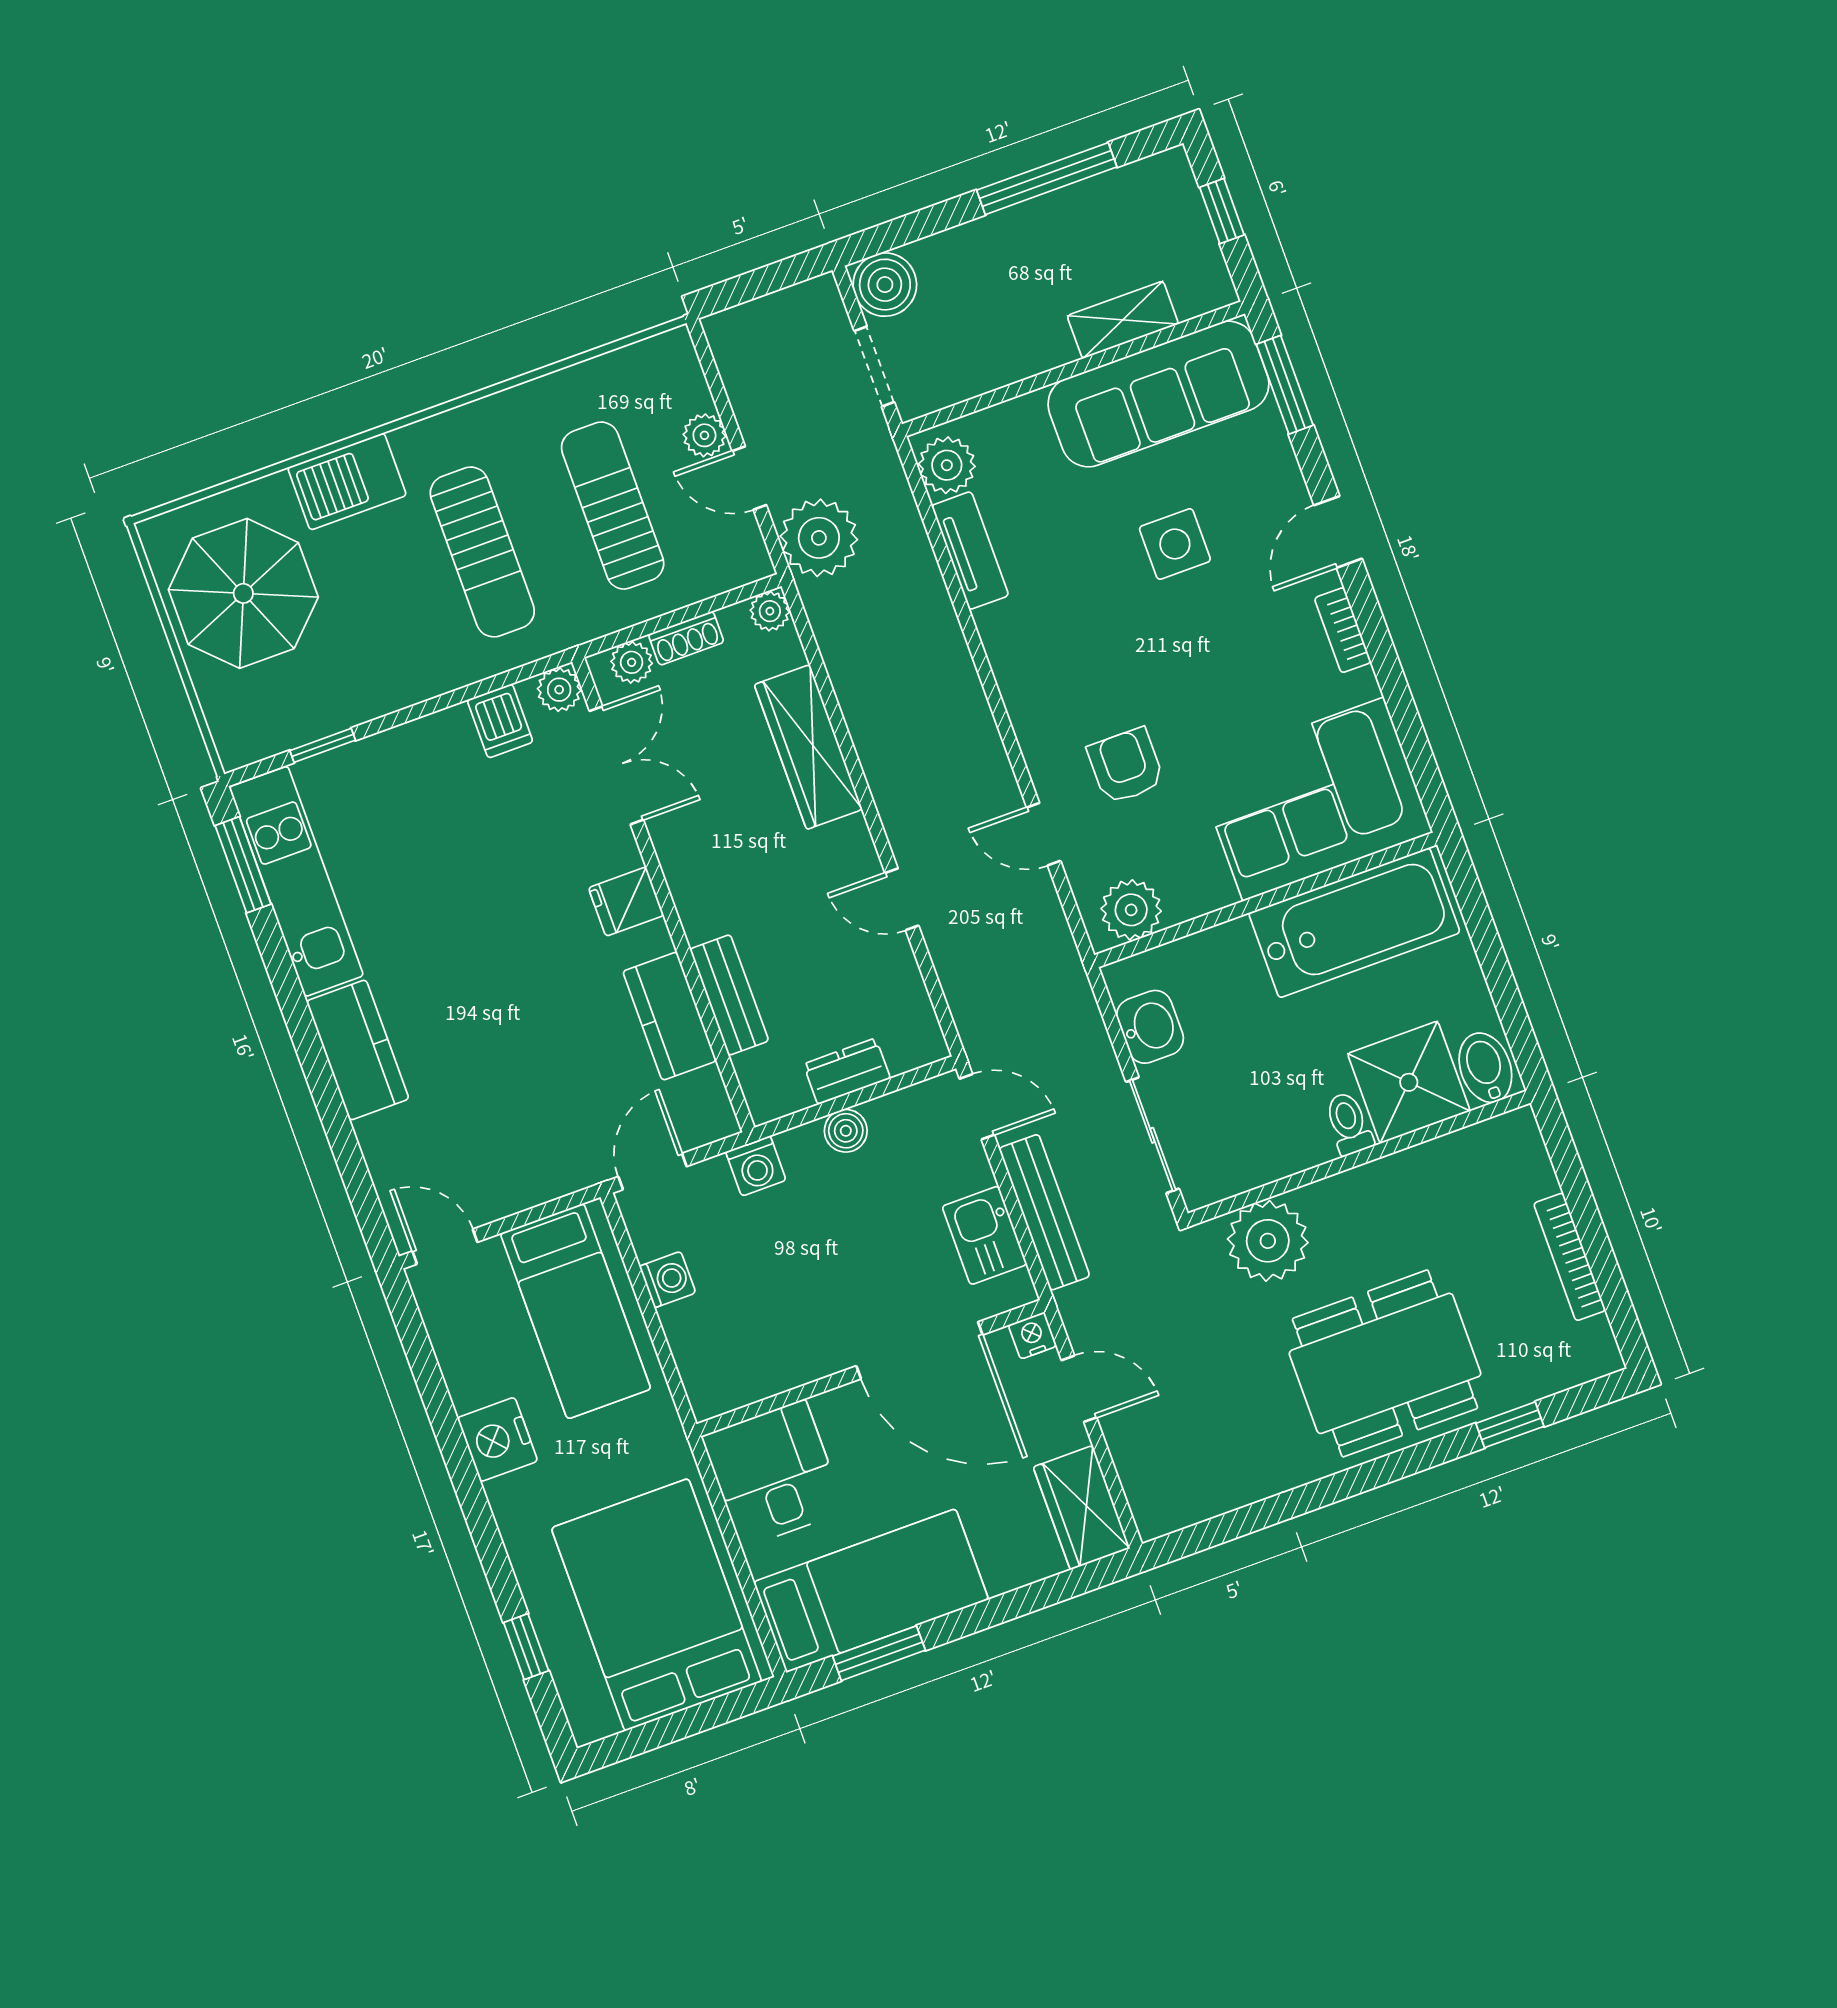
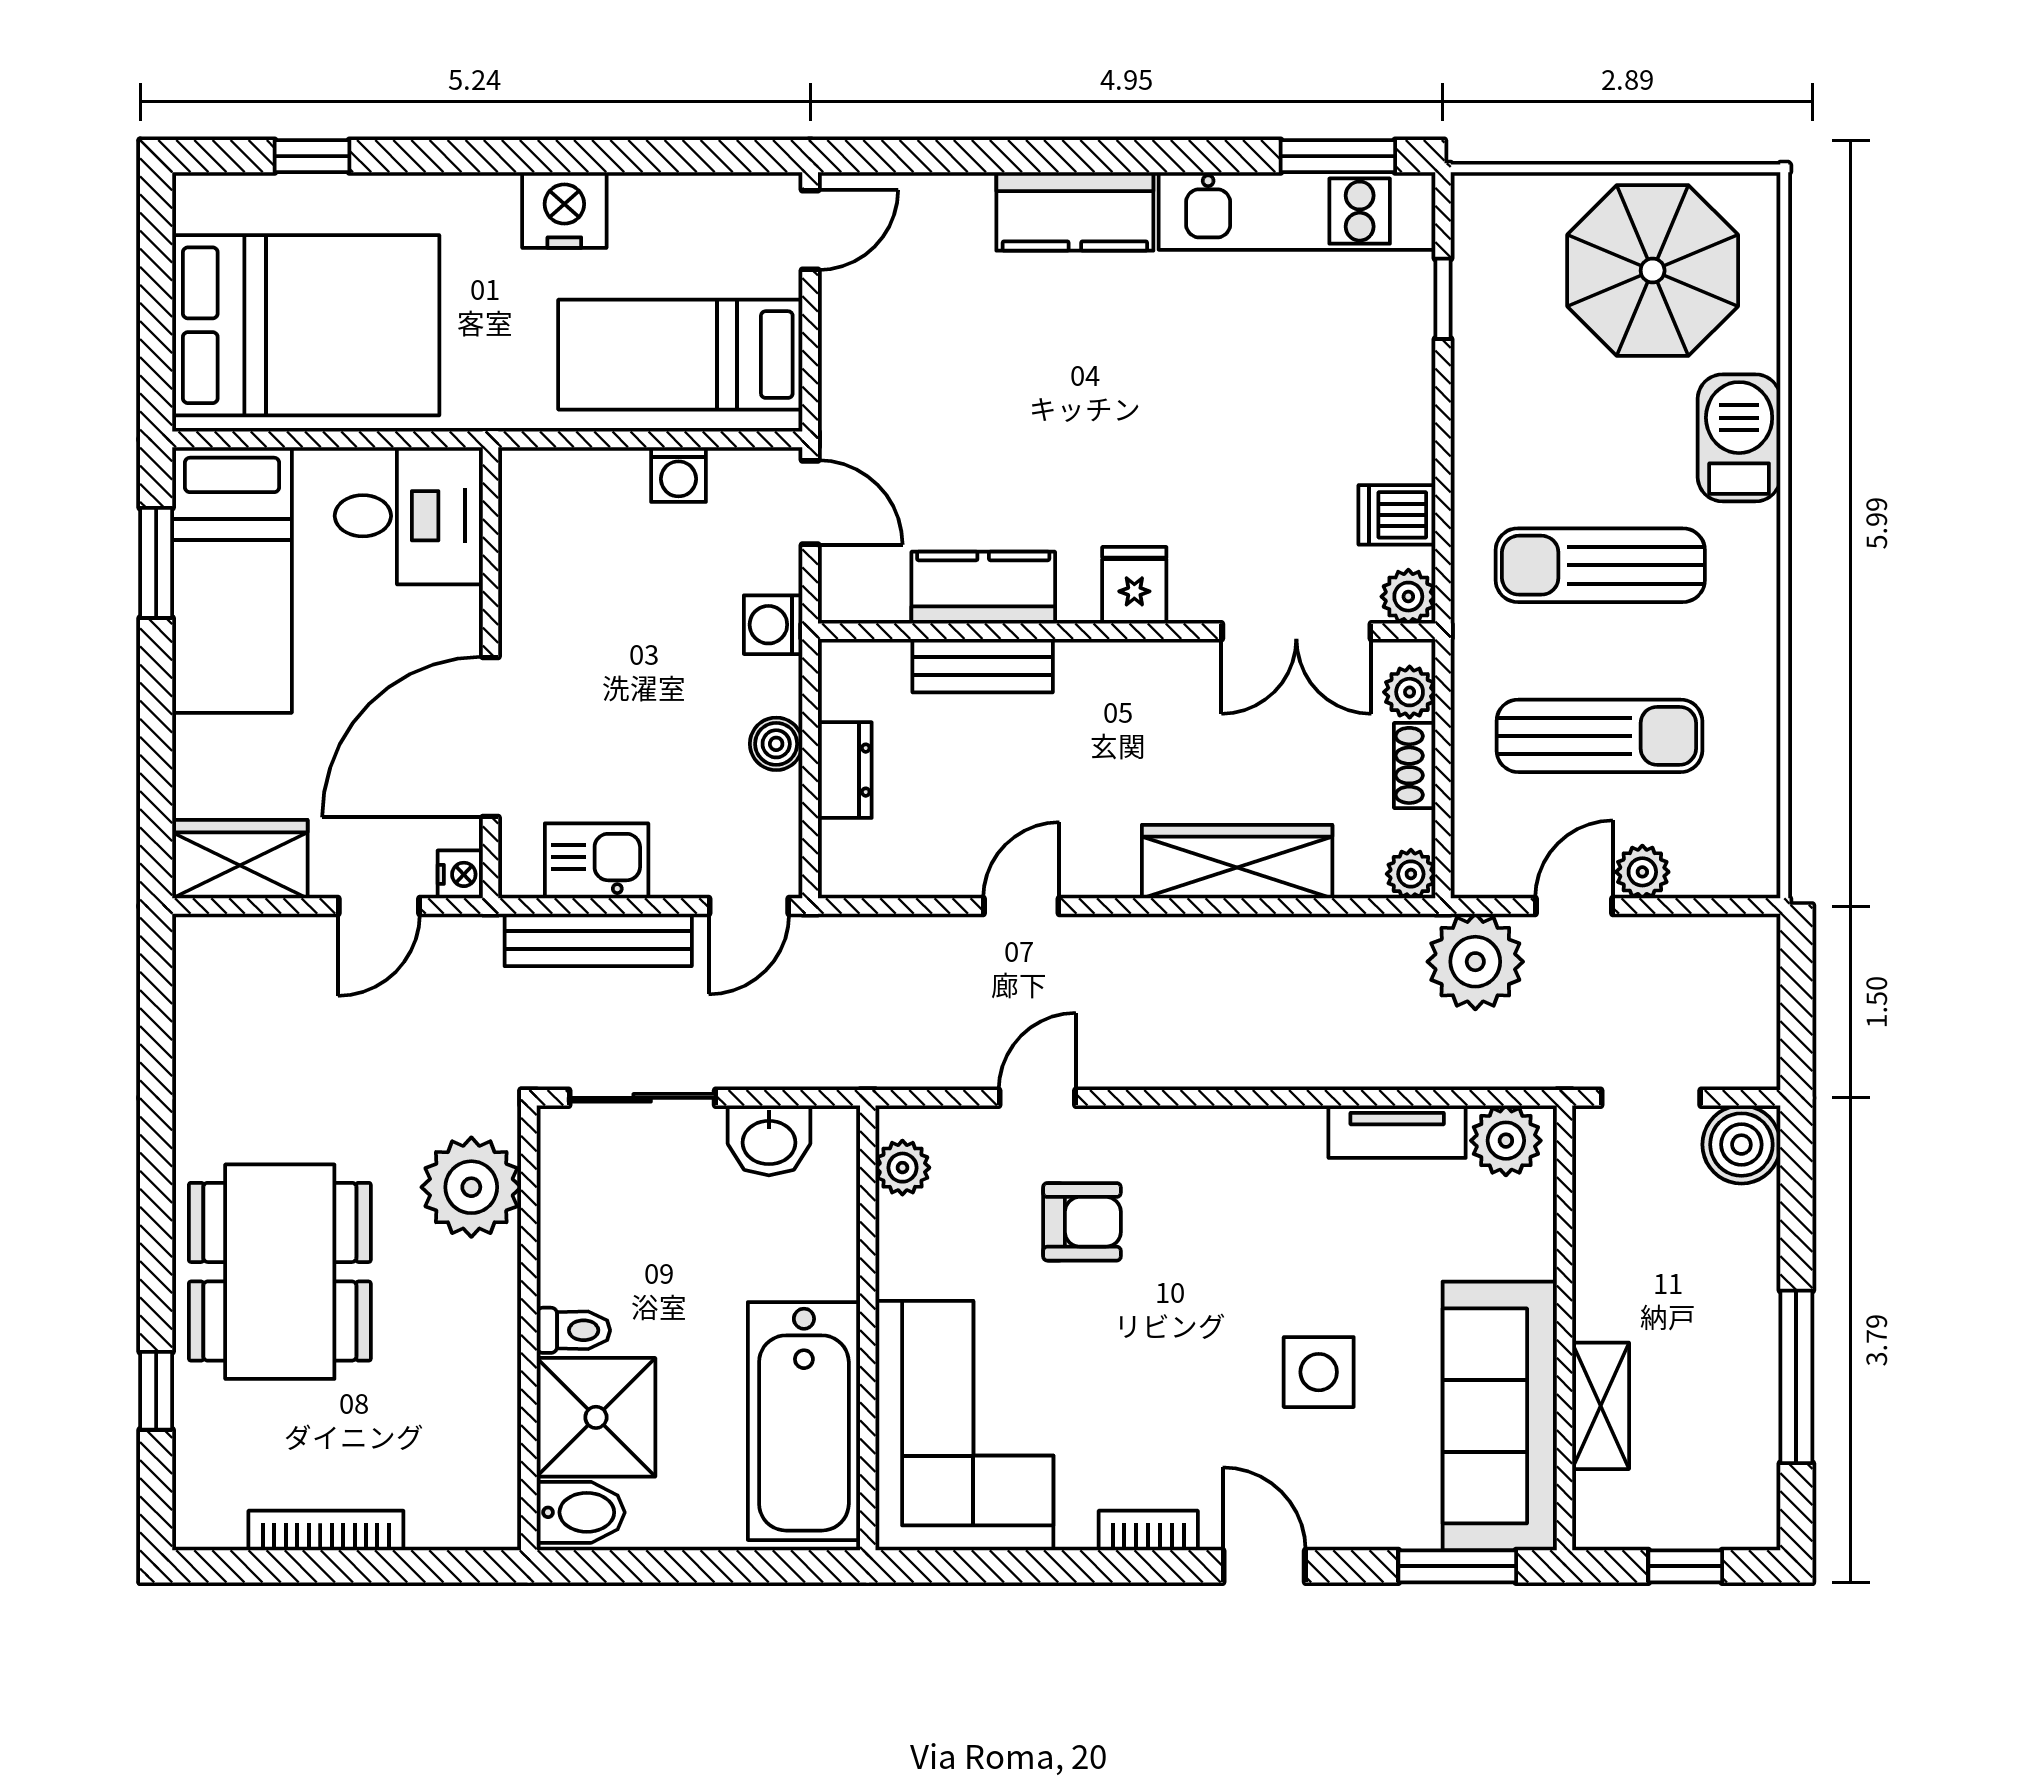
plant: (1131, 910) -> (902, 1168), width x0.73, depth x0.73

